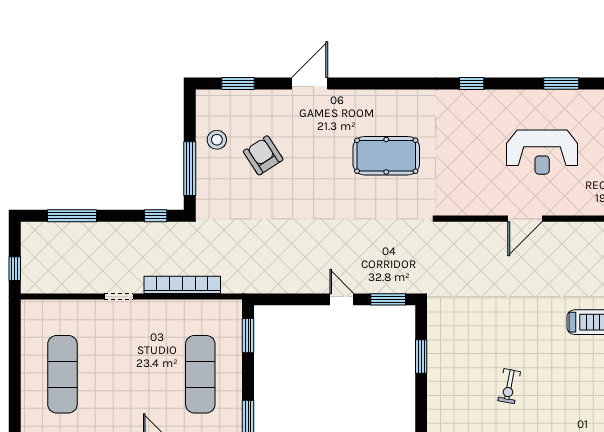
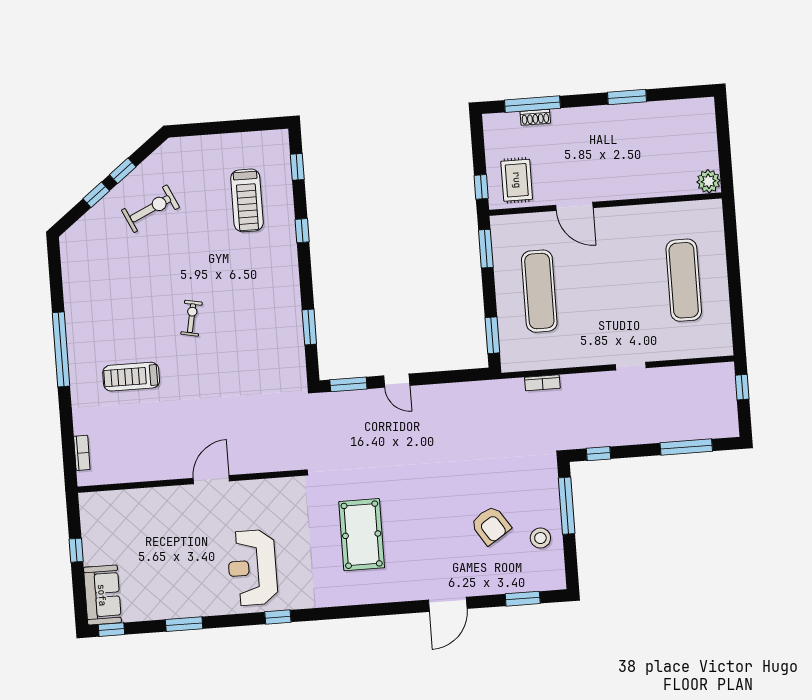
reception desk: (542, 152) -> (252, 568), moved, turned -90
pool table: (386, 156) -> (362, 535), turned 90
bookcase: (182, 285) -> (542, 383), width x0.43, depth x0.76
exercise bike: (509, 386) -> (192, 318), moved

